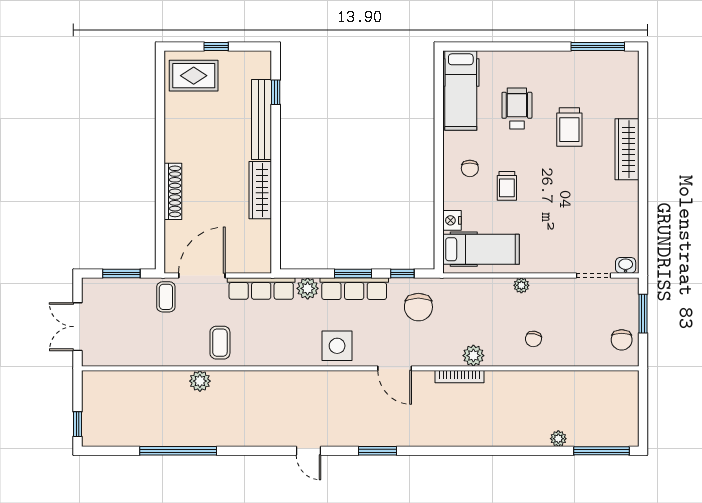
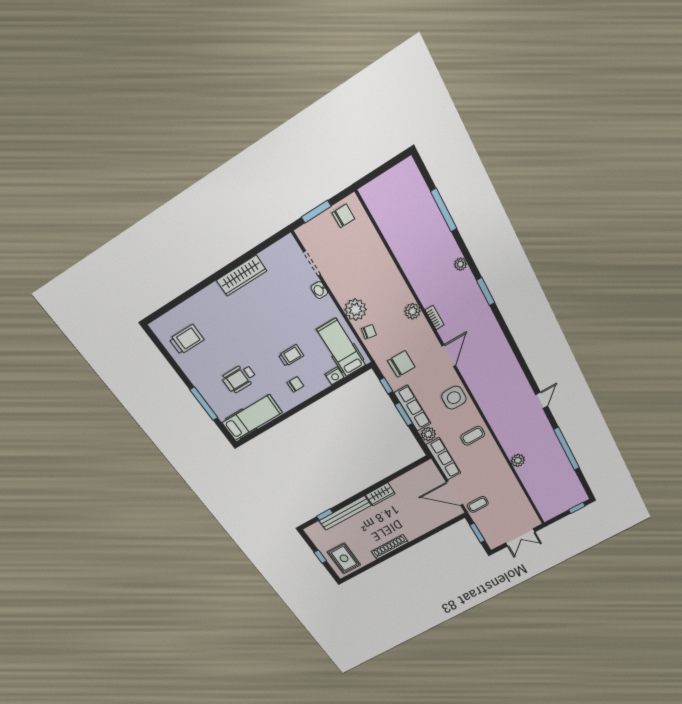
window: (598, 46) -> (204, 404), moved
trolley: (569, 127) -> (187, 340), moved
wardrobe: (627, 149) -> (242, 276), moved
wardrobe: (260, 190) -> (380, 494), width x0.67
shoe rack: (173, 191) -> (390, 547), moved
washbasin: (626, 265) -> (319, 290), moved
plant: (521, 285) -> (355, 310), width x1.87, depth x1.87
chair: (533, 339) -> (369, 332), moved
coffee table: (220, 343) -> (473, 436), moved
bookcase: (460, 377) -> (435, 318), width x0.64
plant: (558, 439) -> (461, 264), moved
door: (309, 451) -> (542, 400), moved
window: (378, 451) -> (486, 292), moved
window: (602, 451) -> (444, 210), moved

